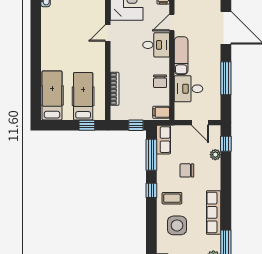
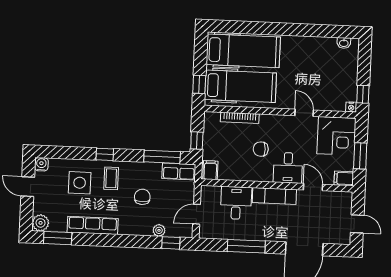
chair: (160, 81) -> (261, 149), moved
hospital bed: (52, 95) -> (243, 51), width x1.37, depth x1.29
hospital bed: (83, 96) -> (240, 86), width x1.37, depth x1.29
window: (151, 190) -> (105, 154), moved

